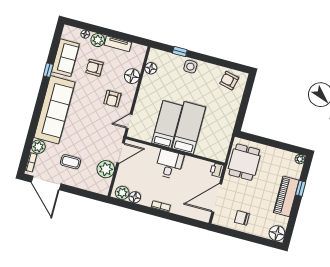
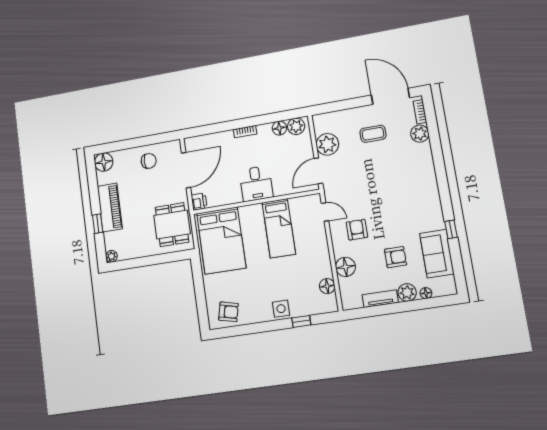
sofa: (54, 110) -> (421, 186), removed
door: (129, 121) -> (325, 212), hinge flipped
bed: (189, 128) -> (221, 240), moved, width x1.50

